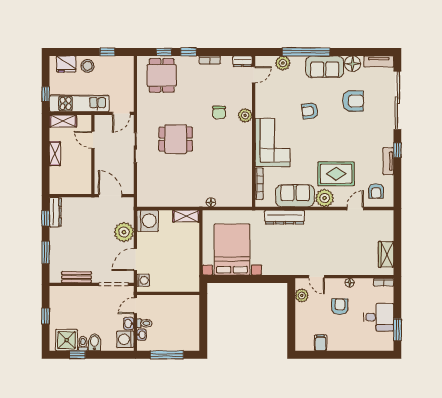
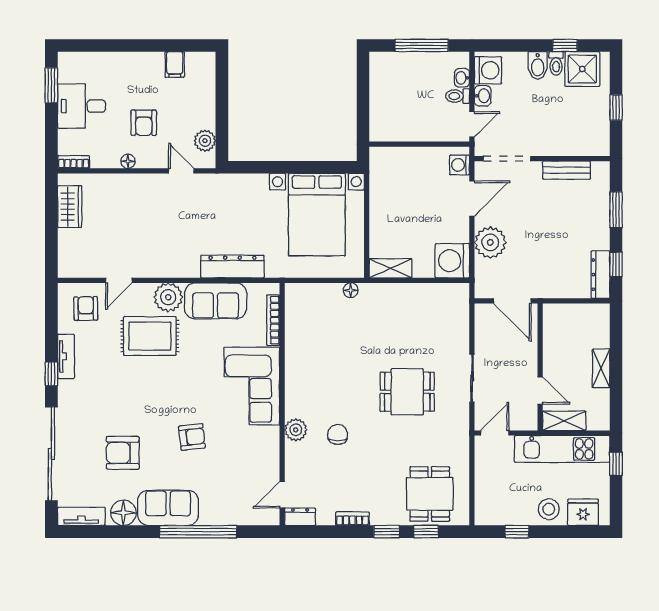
plant: (283, 63) -> (235, 514), removed
shelving: (63, 121) -> (564, 421), moved

